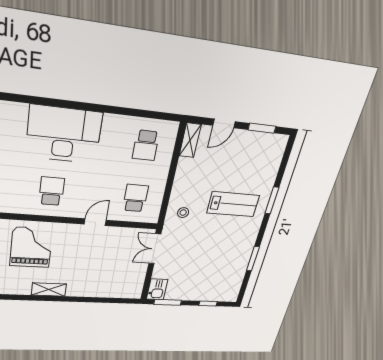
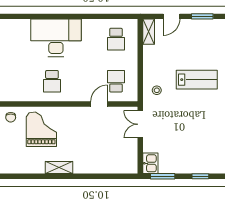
school desk: (52, 191) -> (52, 81), turned 180
door: (95, 222) -> (99, 104), moved

